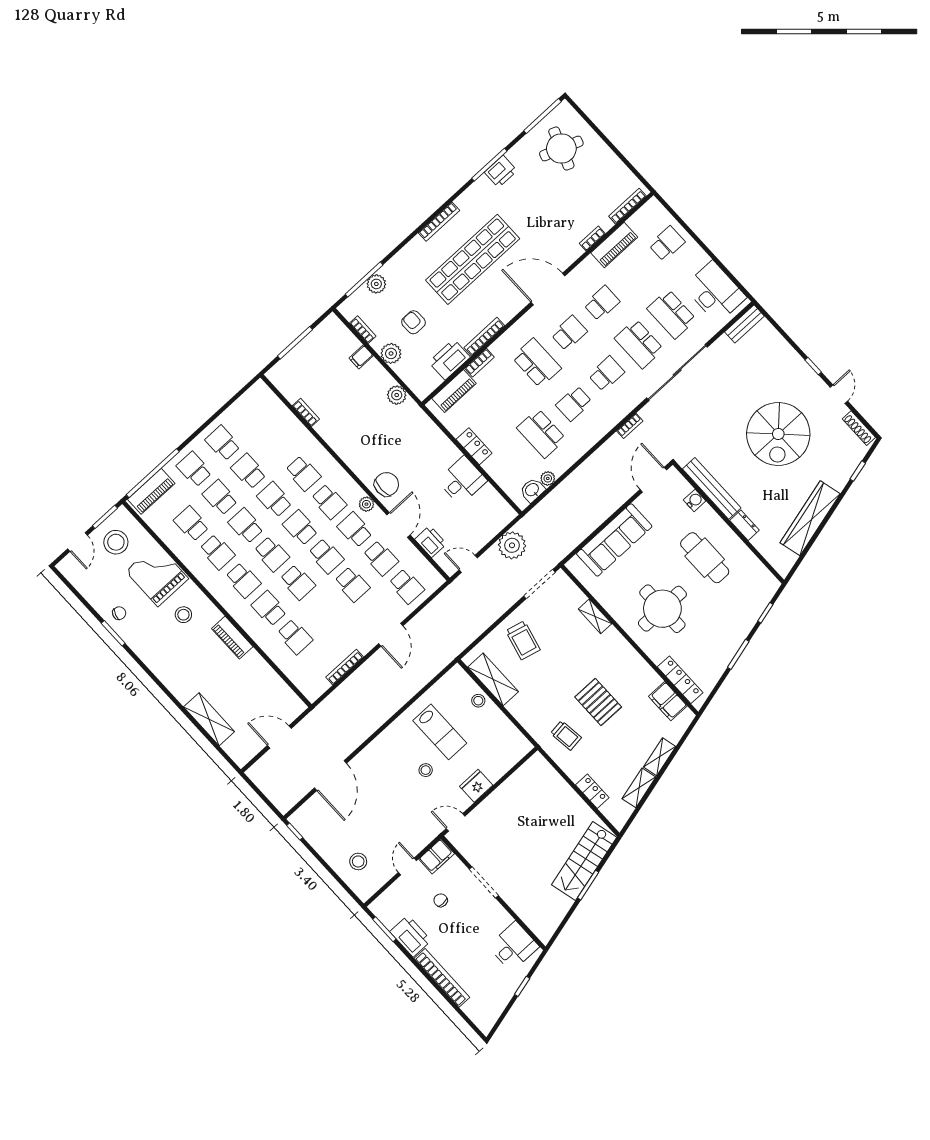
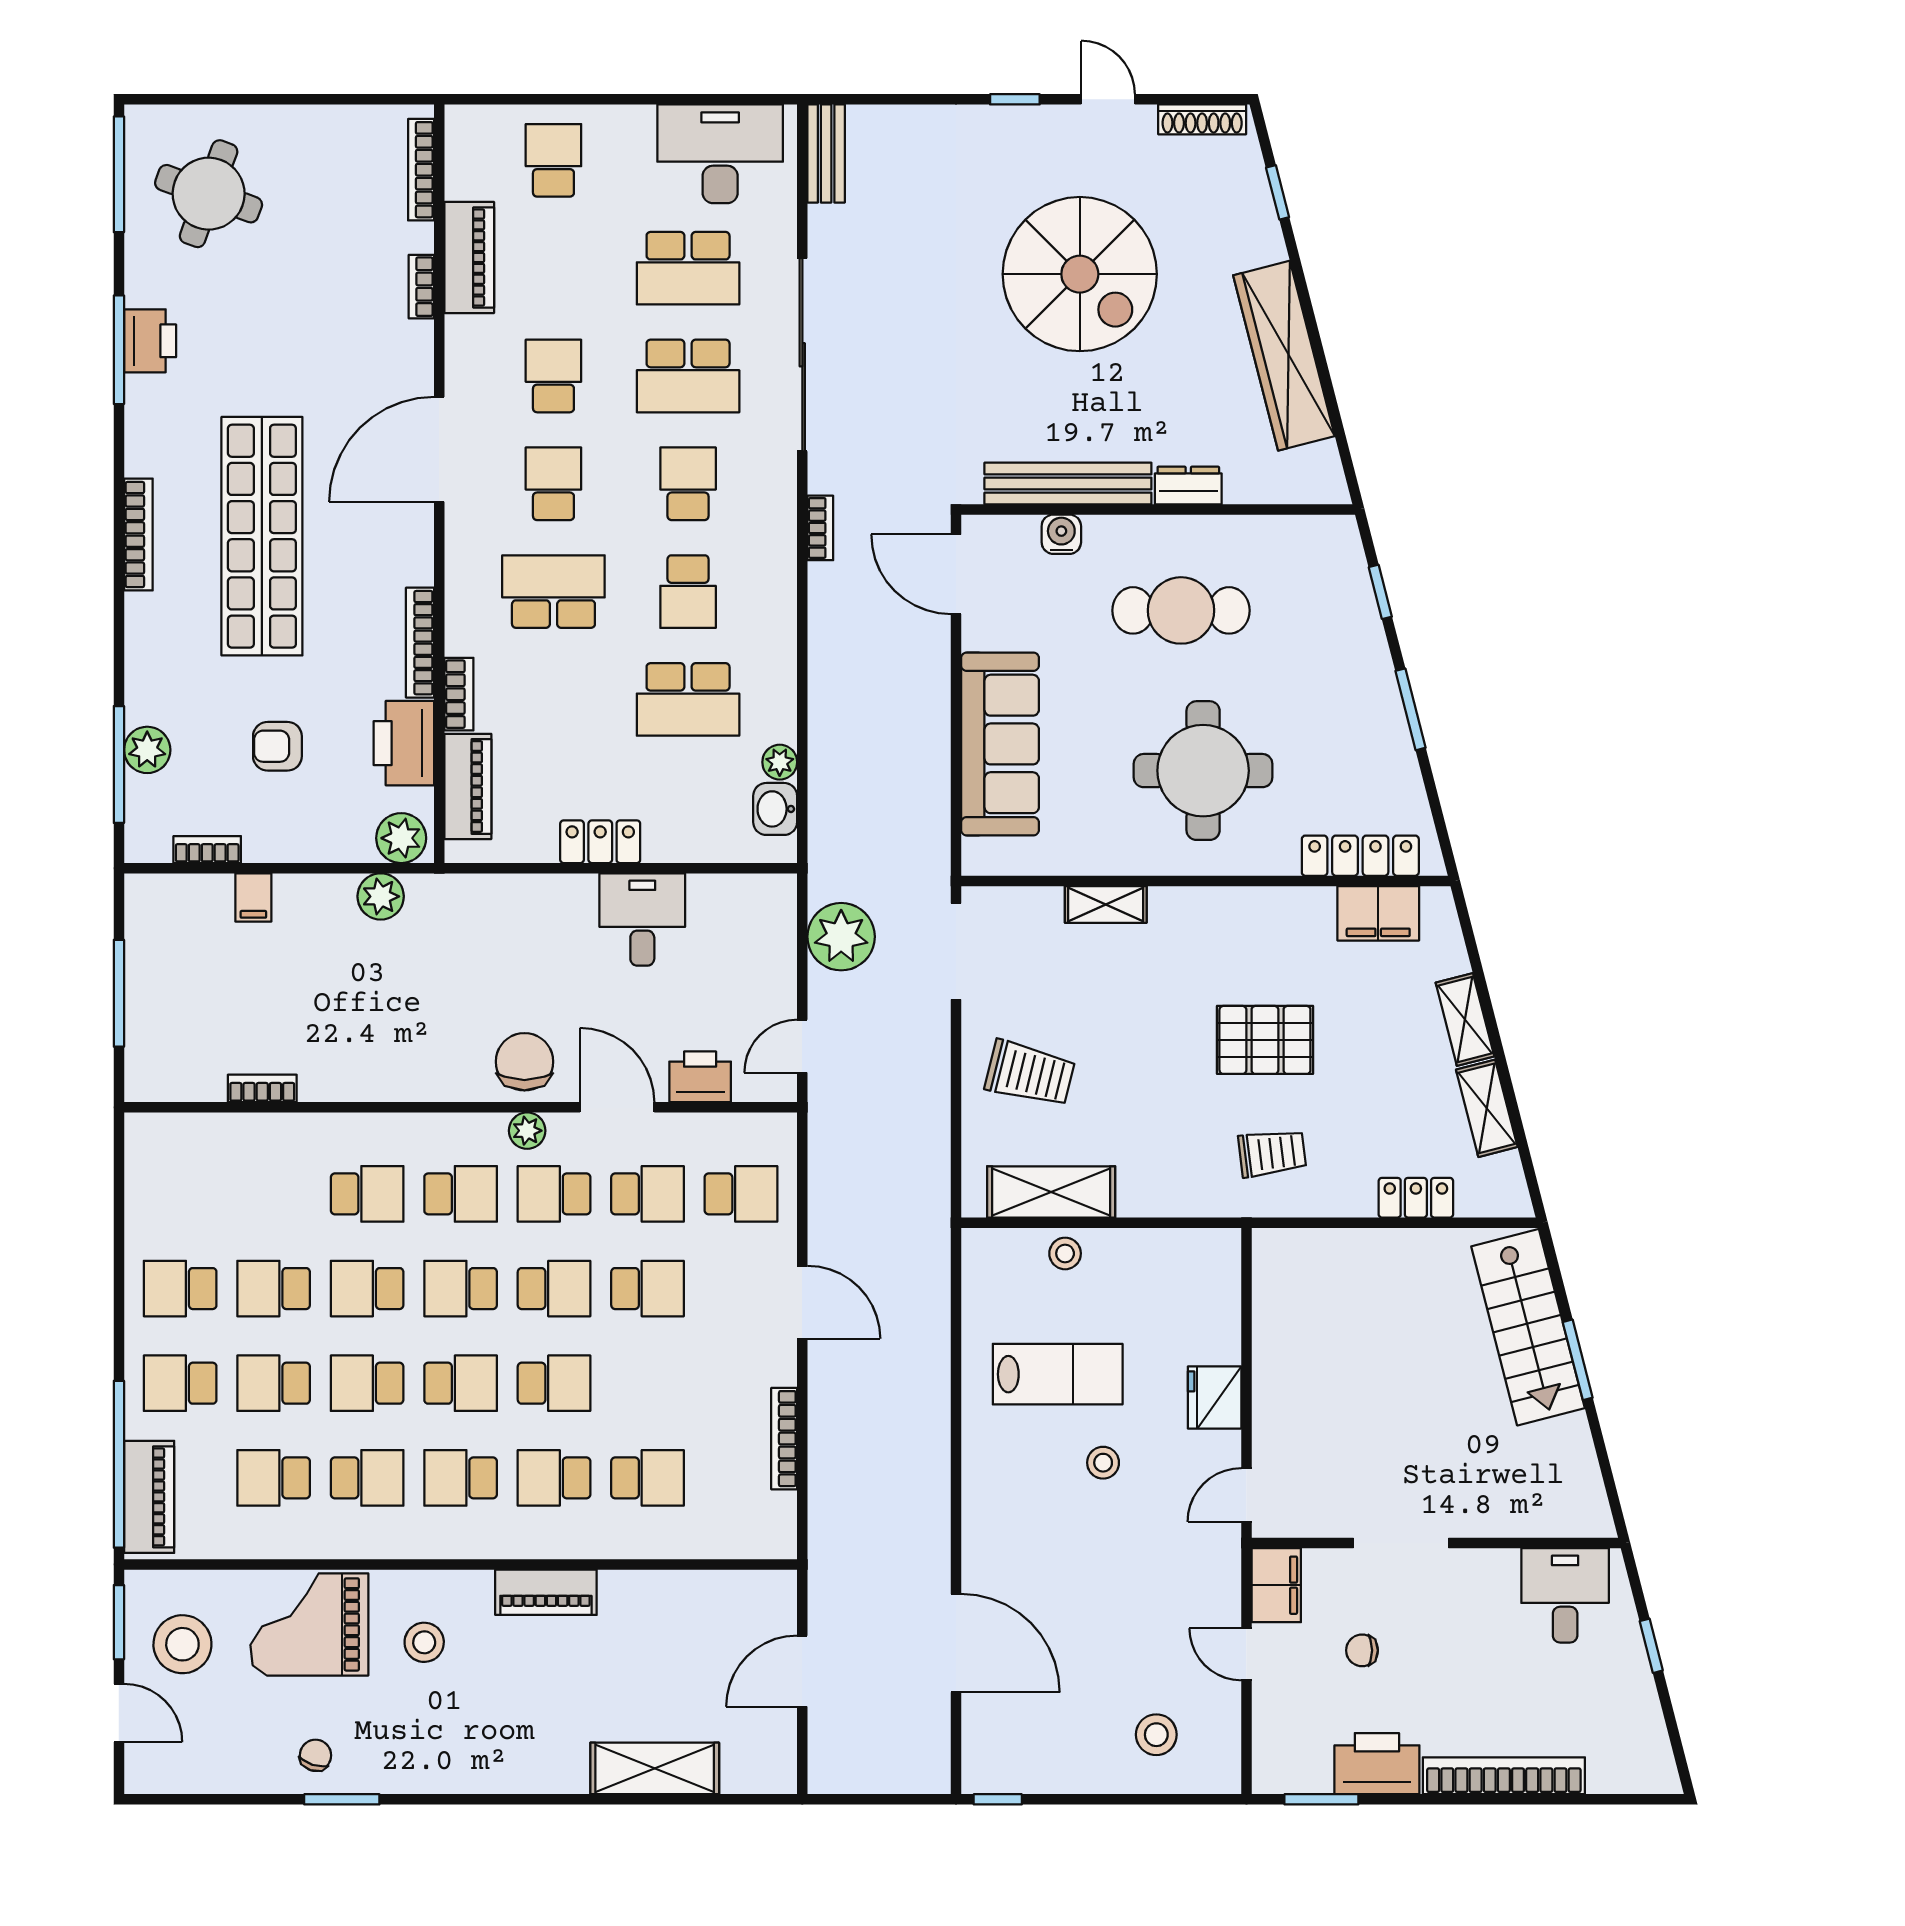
plant: (391, 353) -> (401, 838), moved
school desk: (243, 580) -> (461, 1478), turned 180

